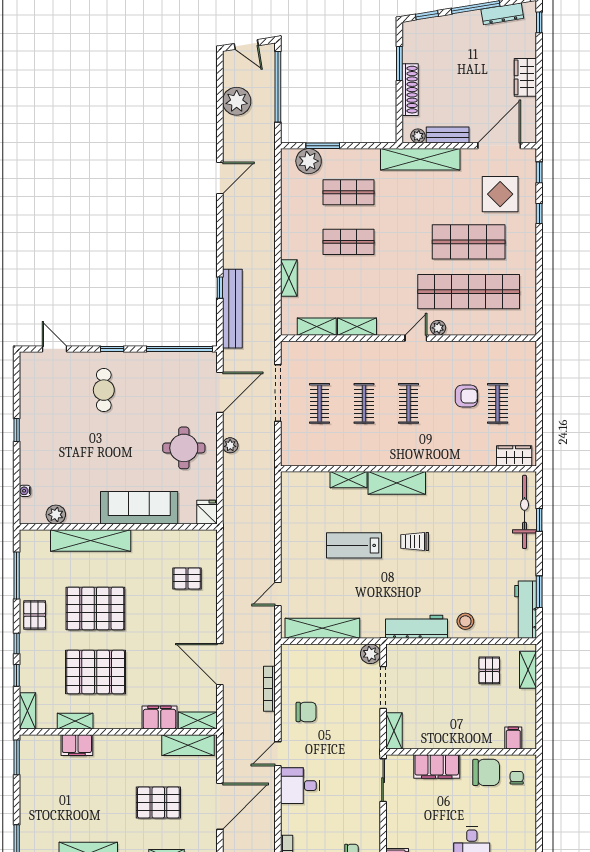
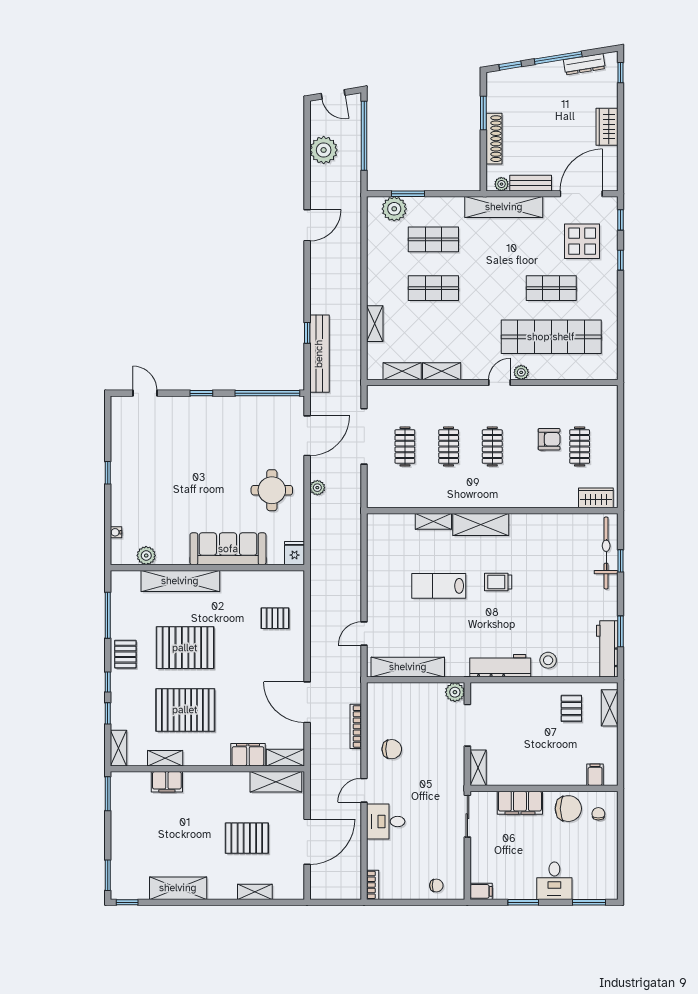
shop shelf: (469, 242) -> (551, 288), width x0.70, depth x0.74
cafe table: (104, 390) -> (193, 433), removed

